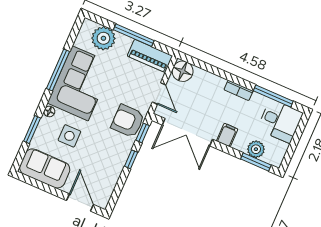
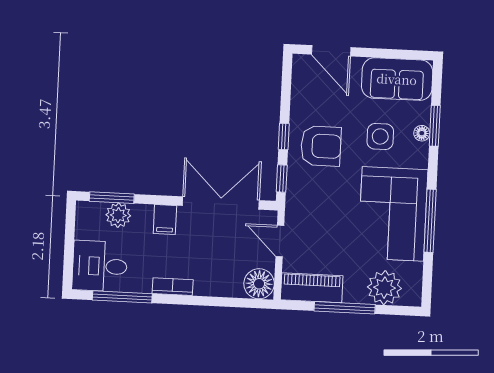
floor lamp: (49, 111) -> (422, 133), moved
armchair: (128, 121) -> (321, 146), moved

